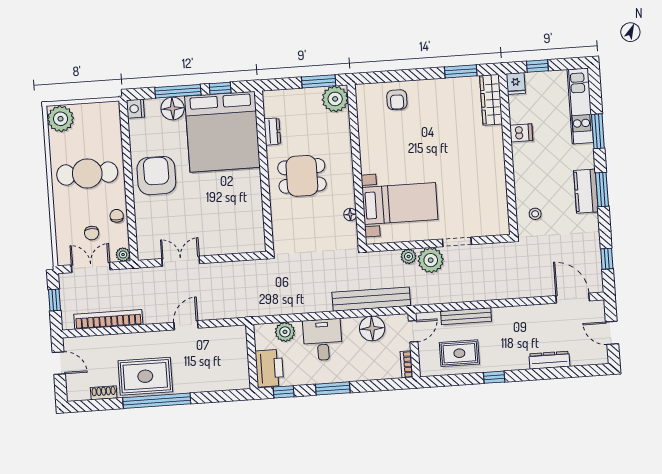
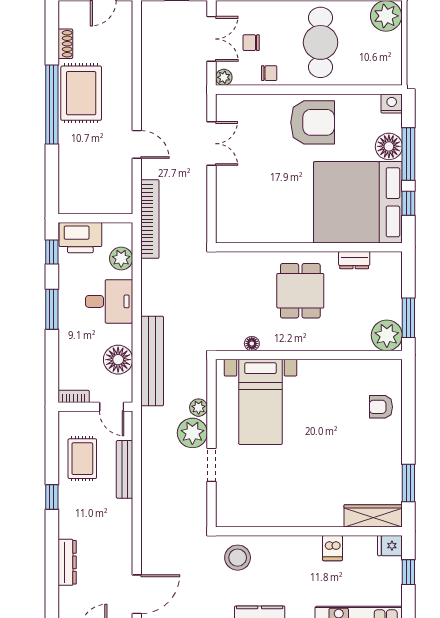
stool: (535, 214) -> (238, 558), width x1.89, depth x1.89
bookcase: (108, 319) -> (150, 219), moved

